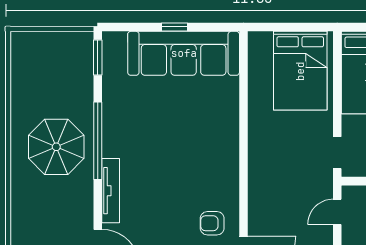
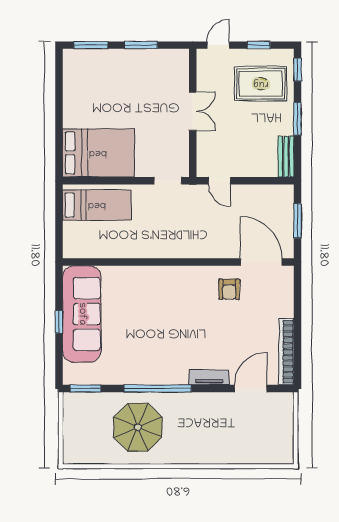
bed: (300, 71) -> (97, 205), width x0.67
parasol: (56, 147) -> (138, 427), moved
tv unit: (111, 191) -> (209, 377), width x0.71

